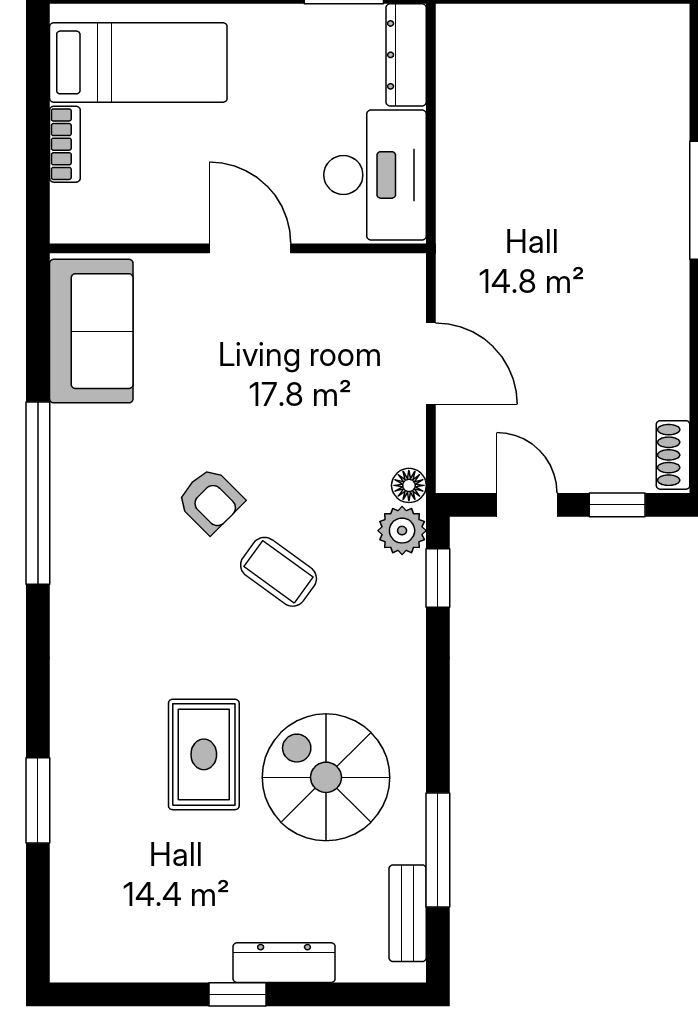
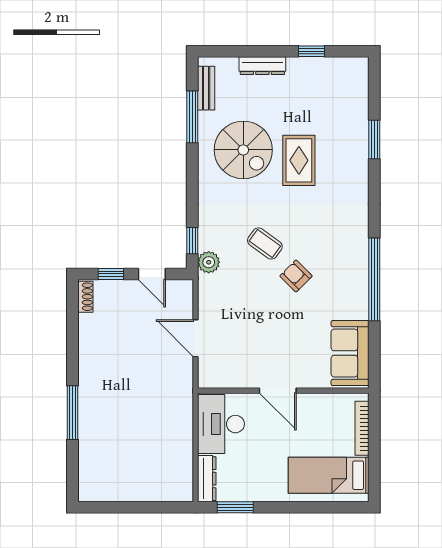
bookcase: (65, 144) -> (362, 428), width x1.56
floor lamp: (409, 485) -> (206, 283), removed
window: (237, 994) -> (311, 51), moved

